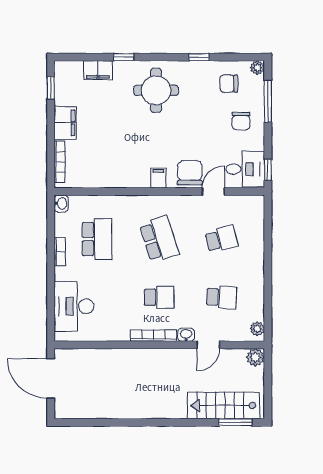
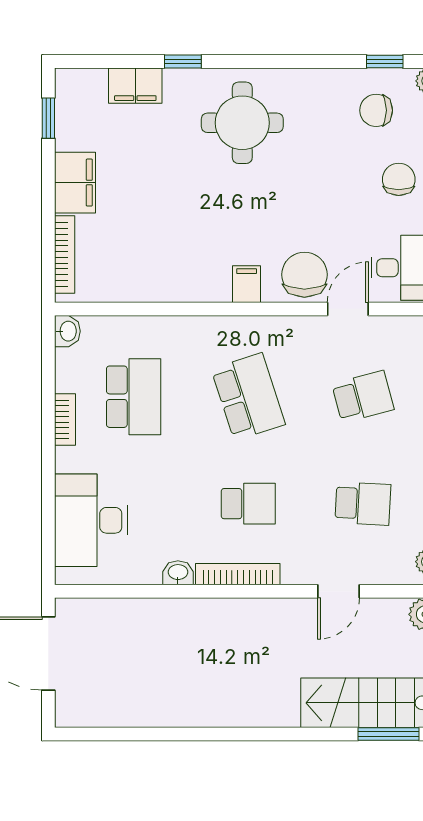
window: (199, 57) -> (385, 62), moved
chair: (241, 121) -> (399, 179), turned 180
washbasin: (186, 335) -> (178, 573), moved

